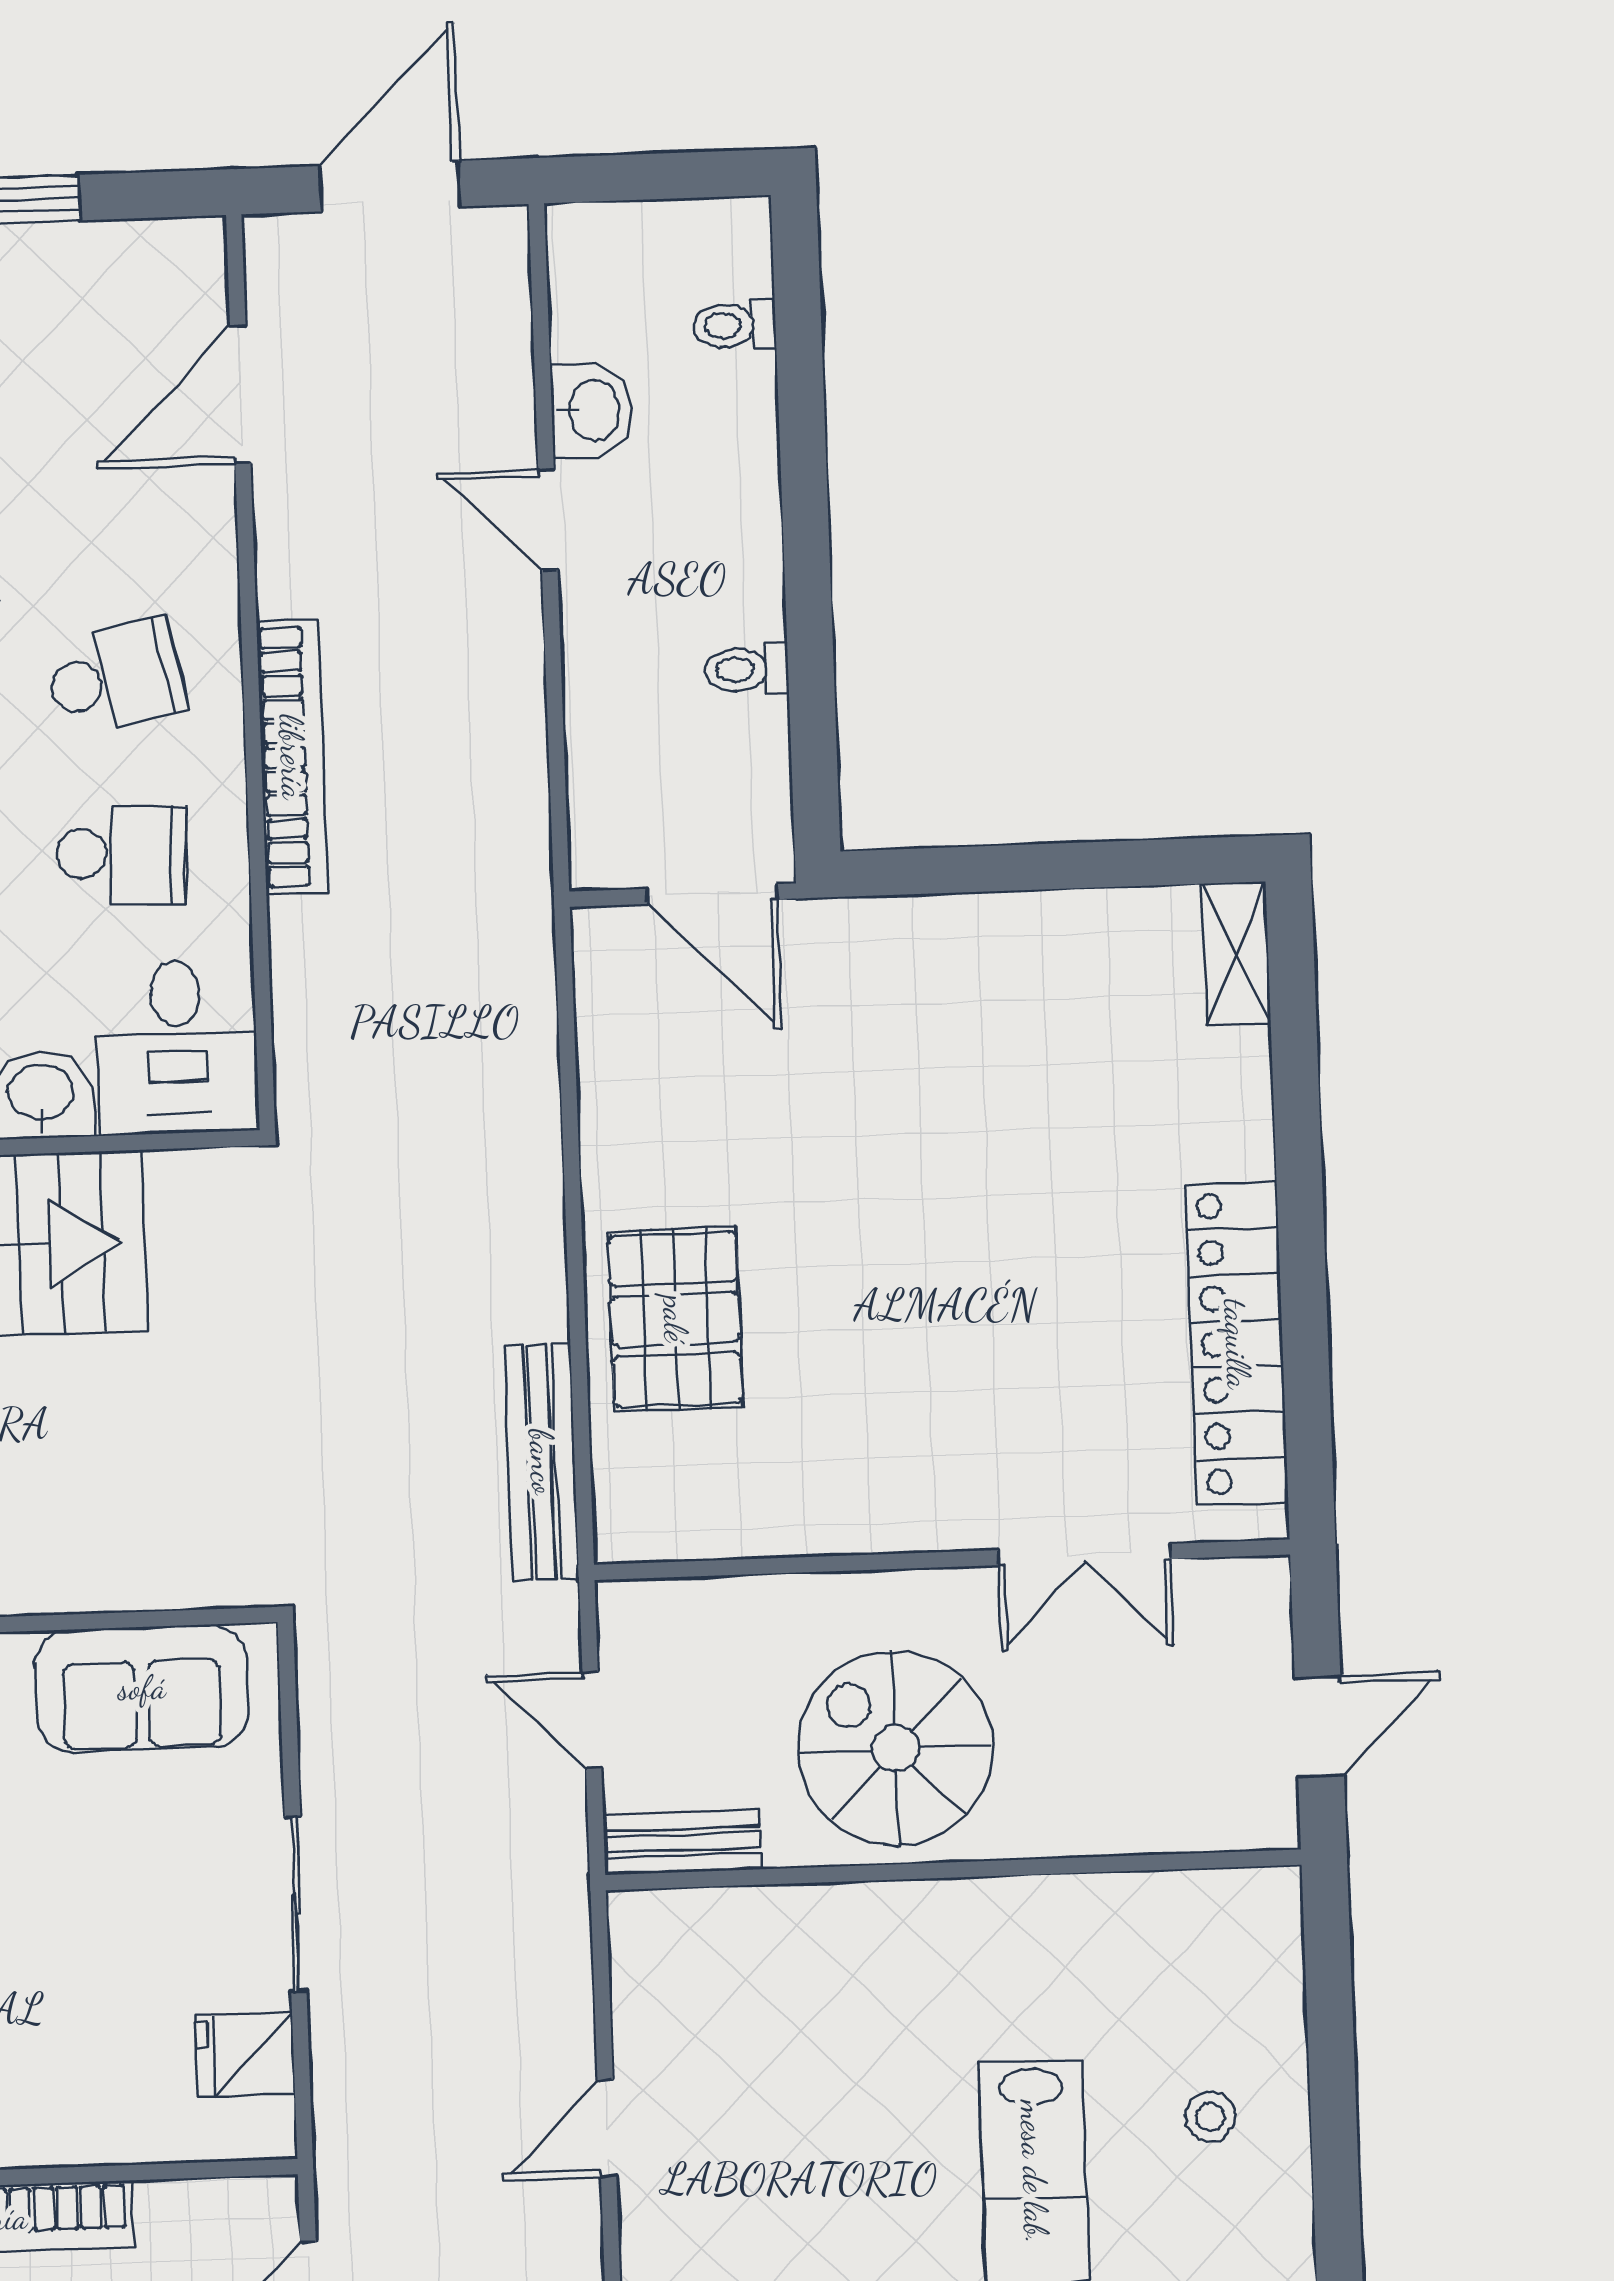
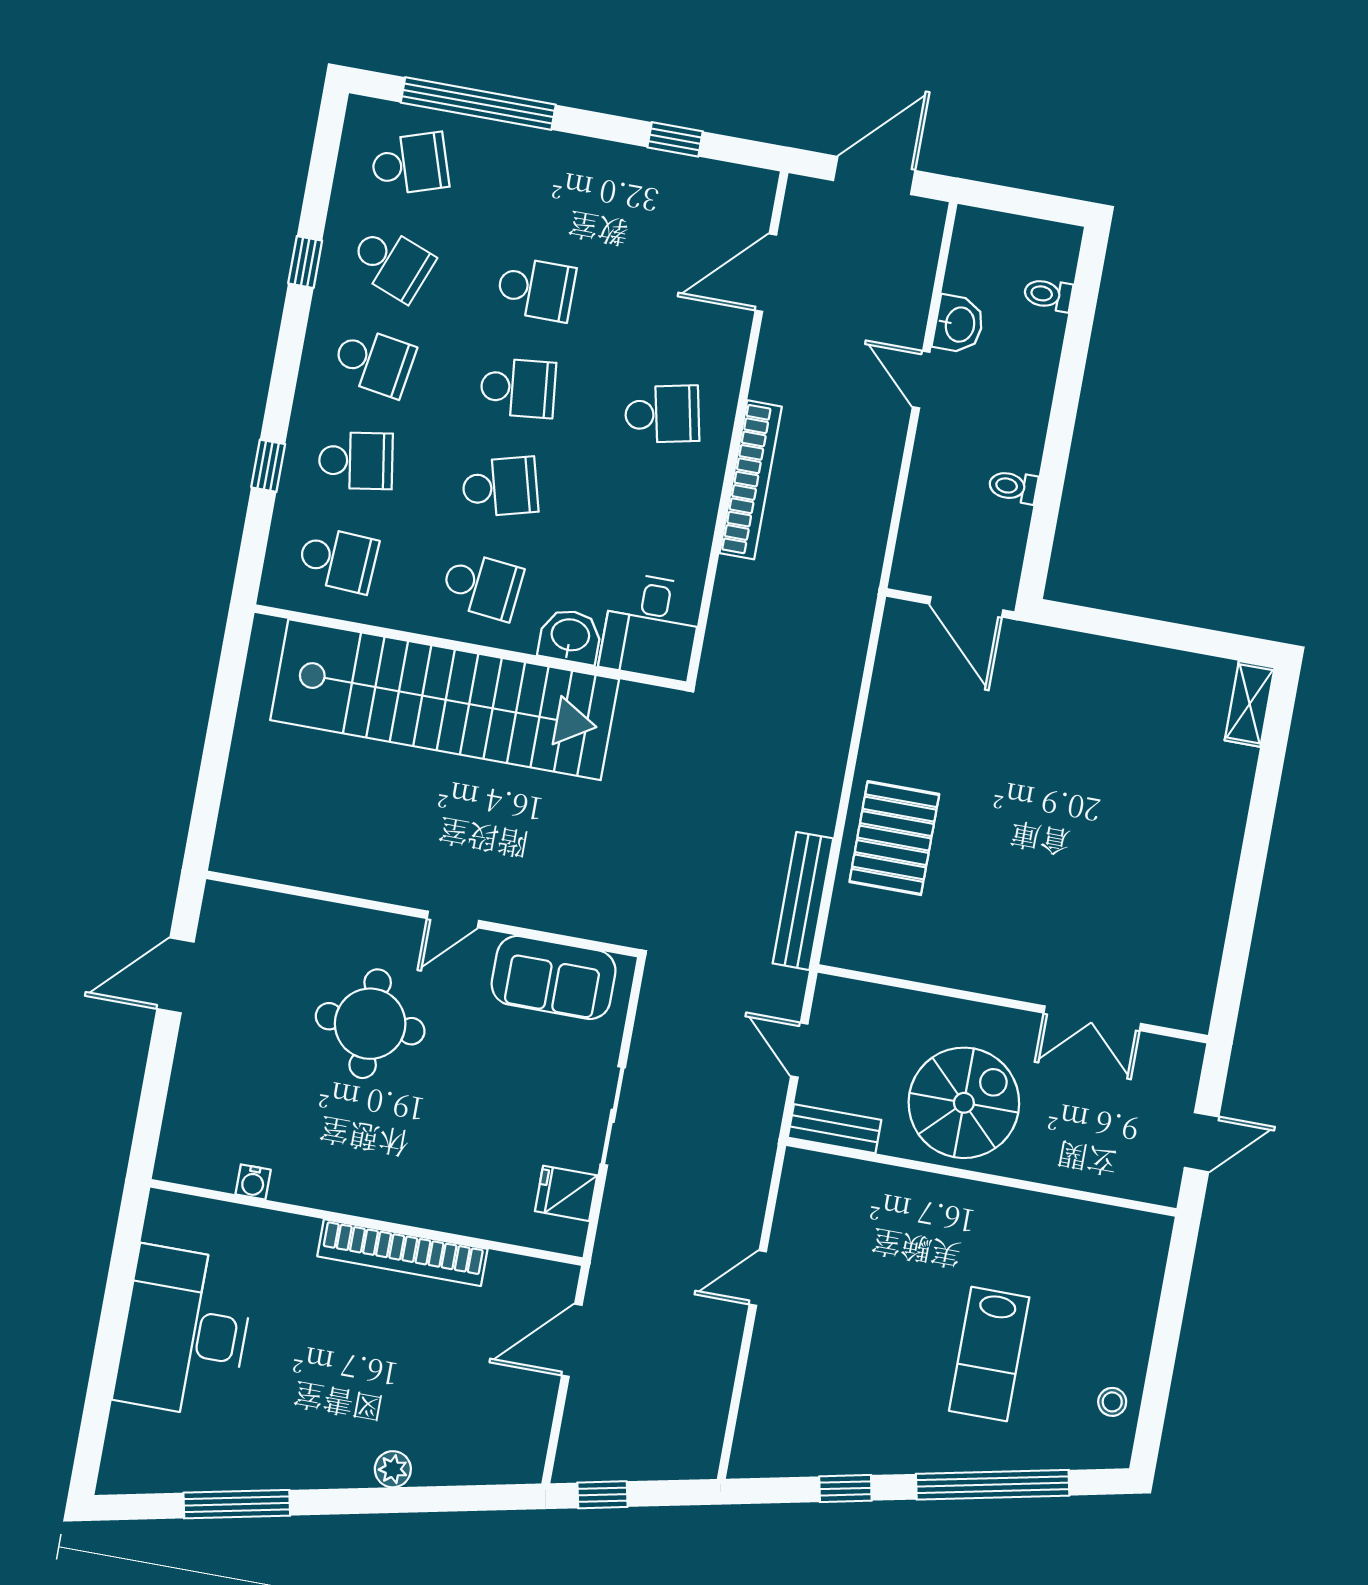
school desk: (122, 854) -> (644, 513), removed
locker: (1237, 1344) -> (1203, 920), removed
spiral stairs: (895, 1749) -> (964, 1103), turned 90
stool: (1210, 2117) -> (1112, 1402), moved

